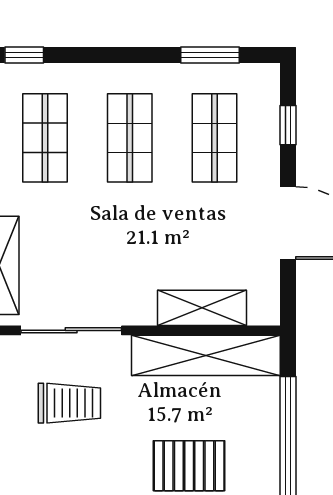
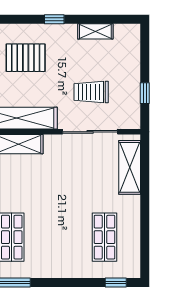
shop shelf: (130, 138) -> (58, 237), removed

